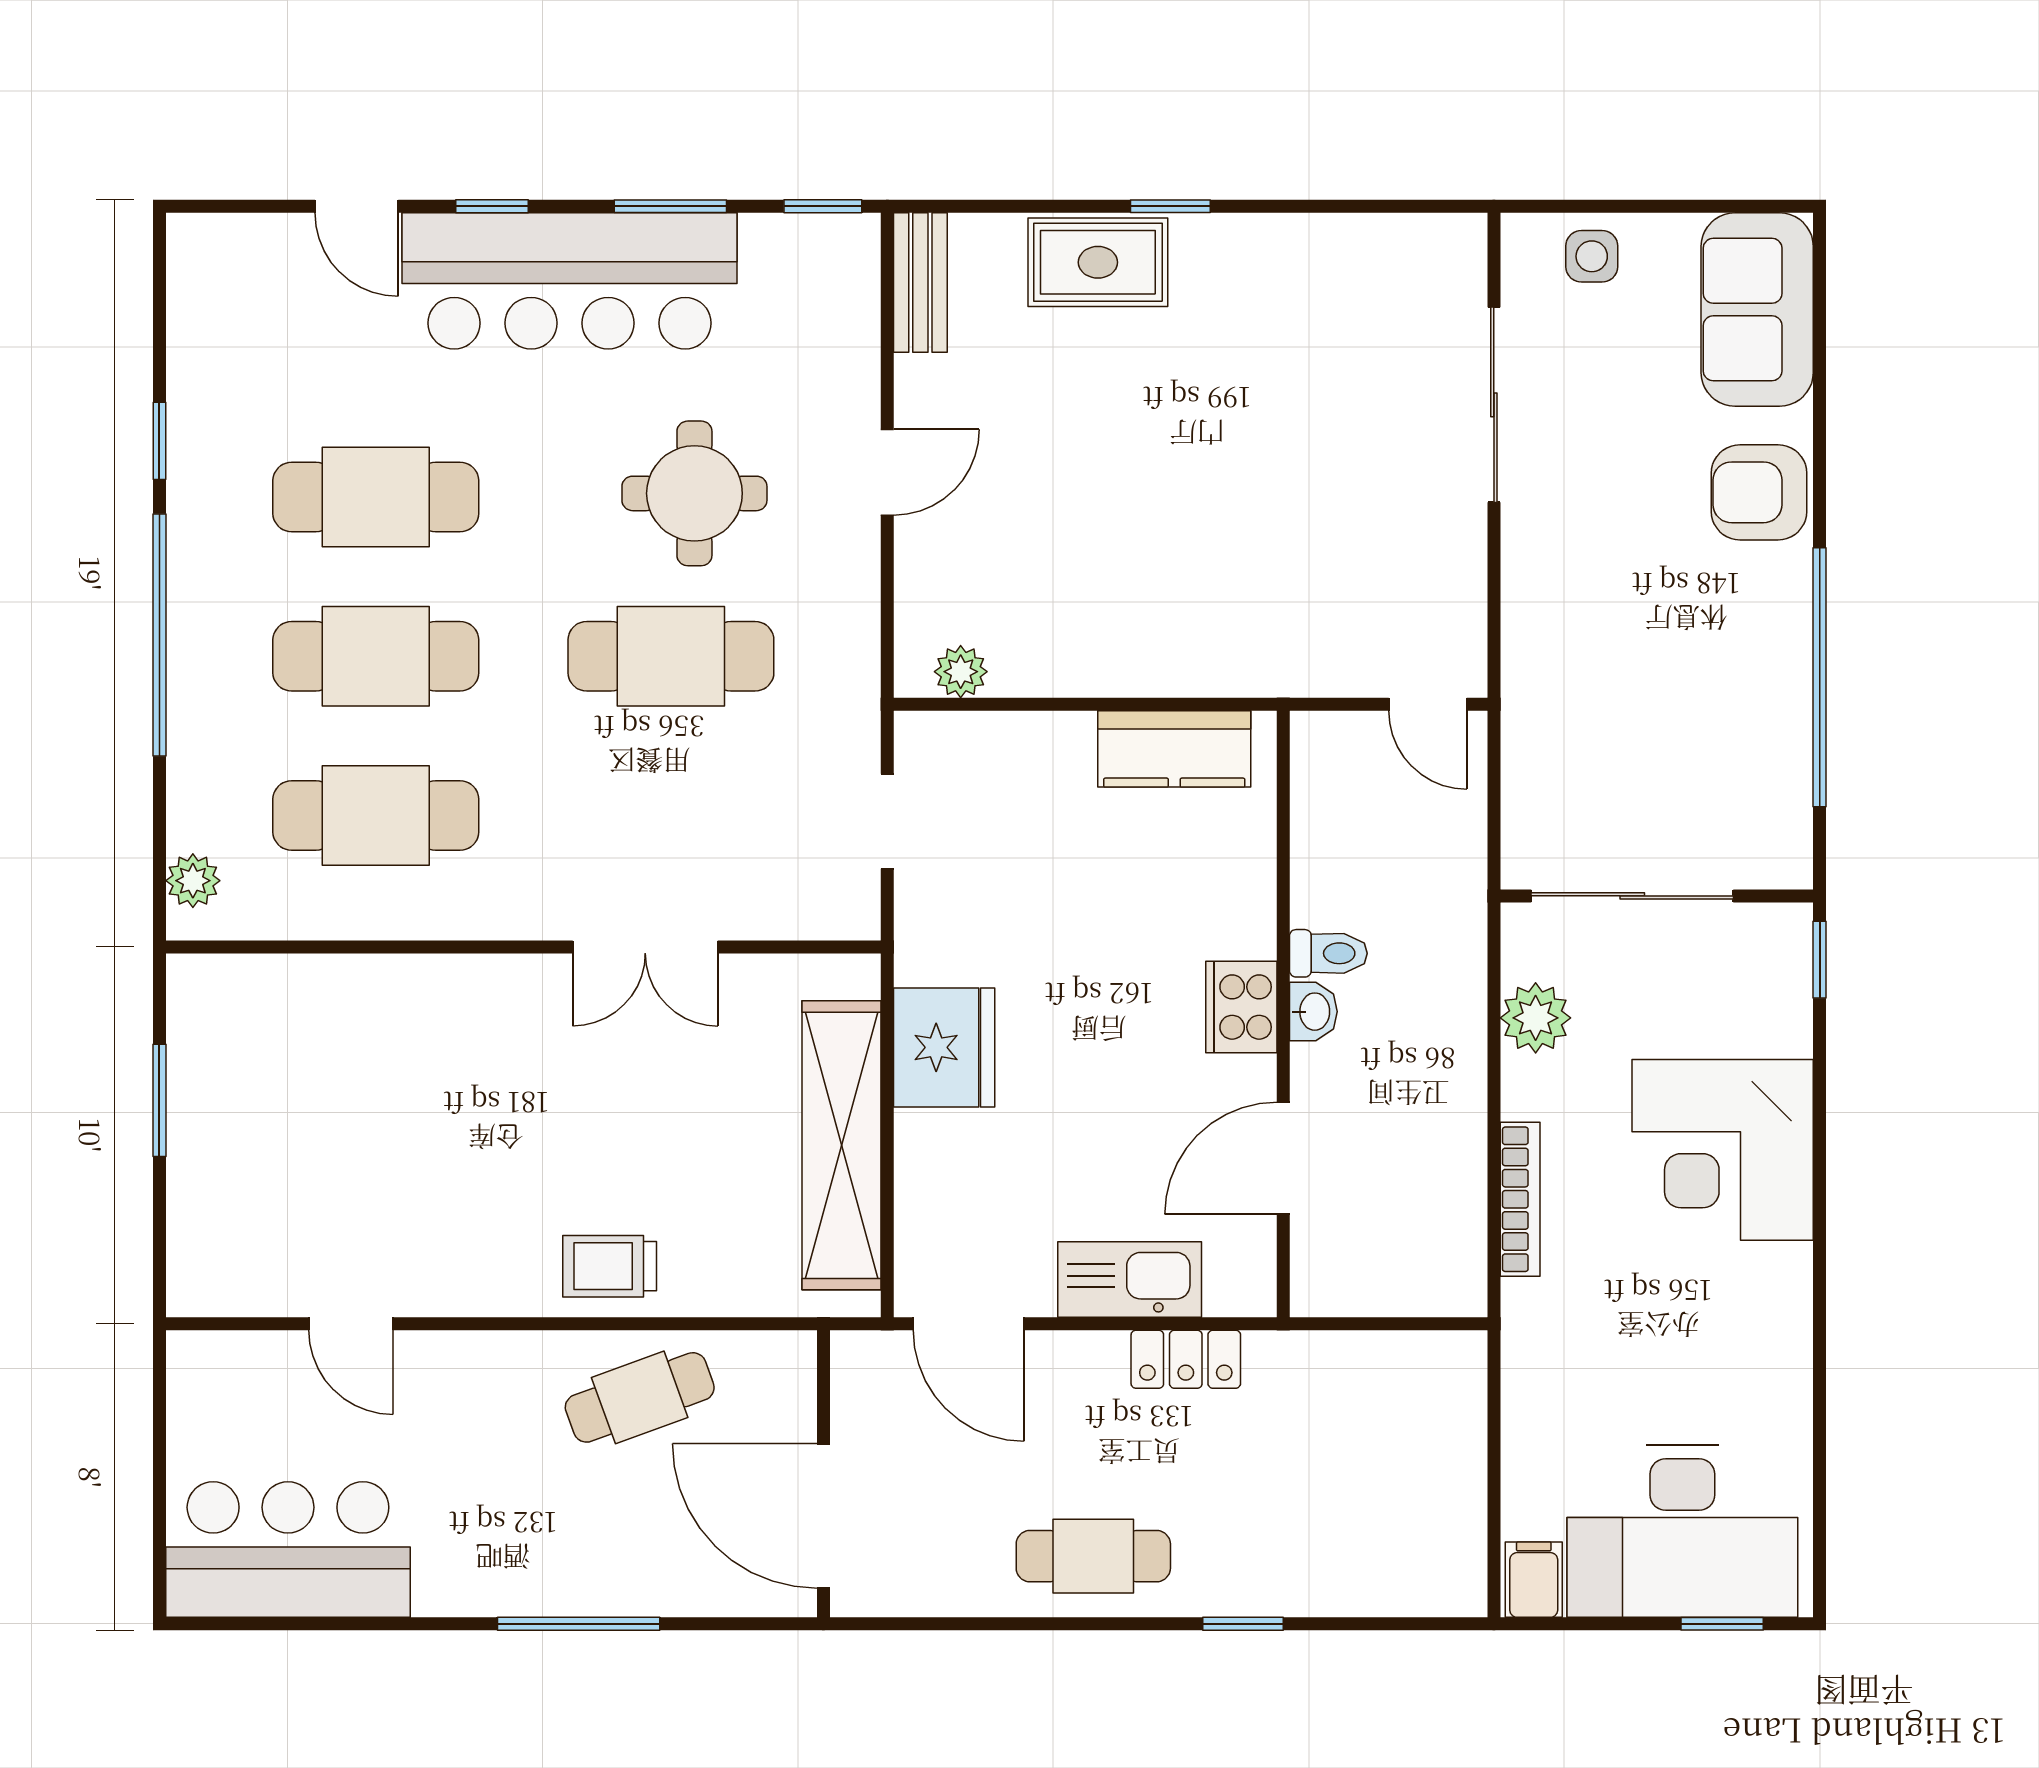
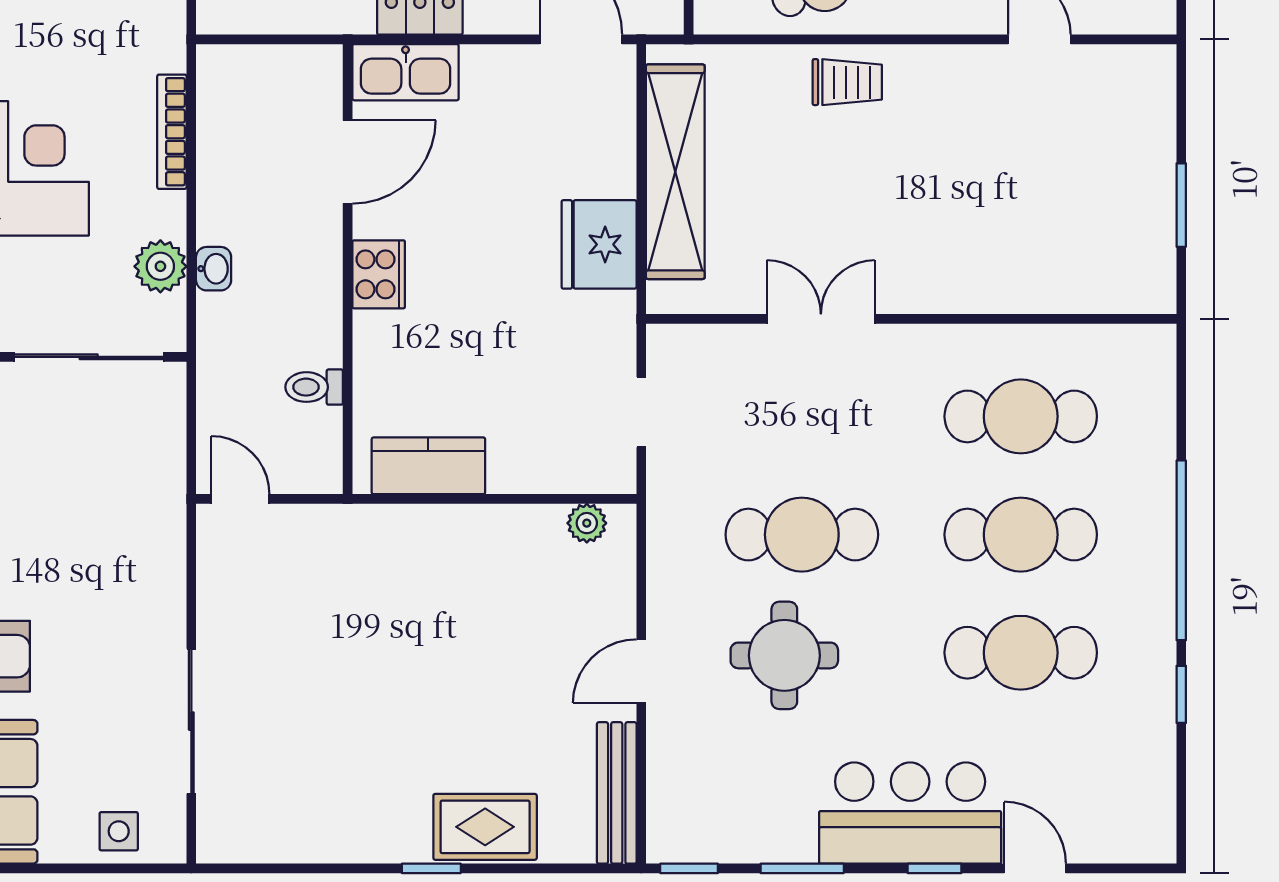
bar counter: (570, 281) -> (910, 813), width x0.73
bench: (920, 283) -> (617, 793), width x1.36
plant: (193, 881) -> (1156, 368), removed
toilet: (1328, 953) -> (314, 387), moved
washbasin: (1313, 1012) -> (214, 269), moved, turned 180
kitchen sink: (1130, 1279) -> (406, 72), moved

